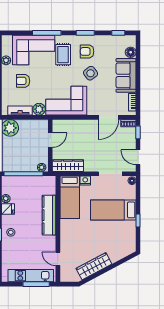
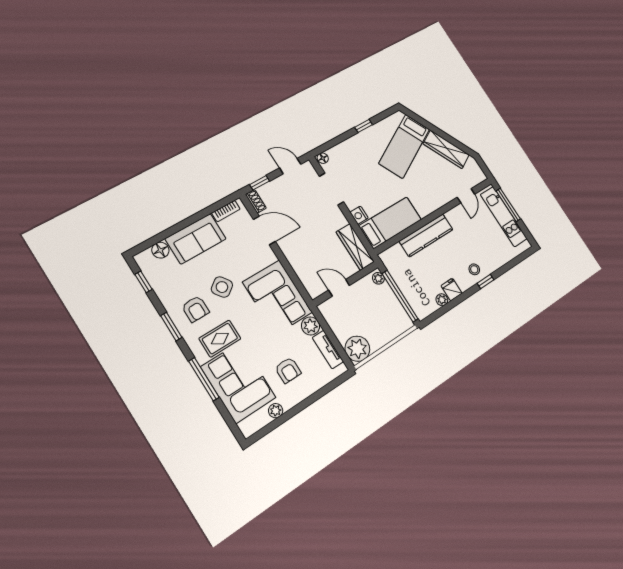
door: (138, 157) -> (290, 166), swing flipped
bed: (113, 210) -> (404, 146), moved, turned 62

